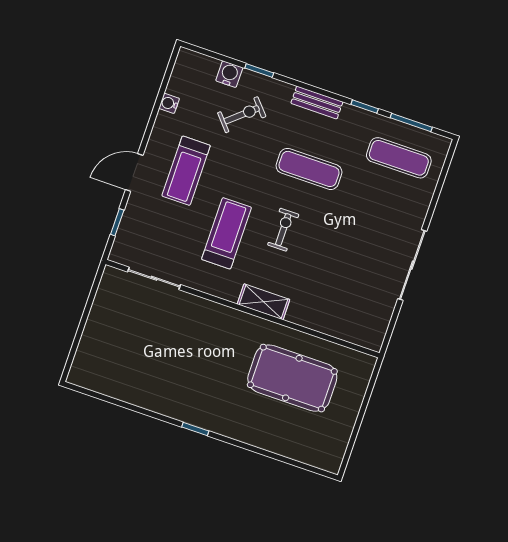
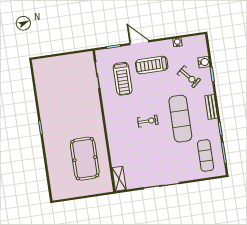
exercise mat: (309, 169) -> (180, 119), width x1.36, depth x1.45
treadmill: (227, 233) -> (123, 79), moved, turned 90
shelving: (263, 302) -> (119, 179), moved

